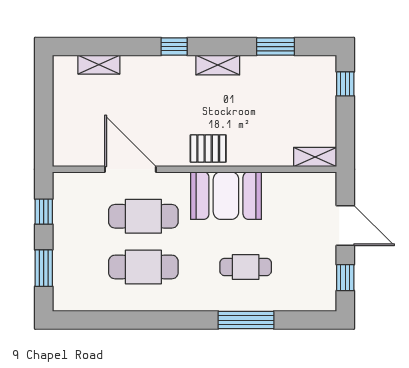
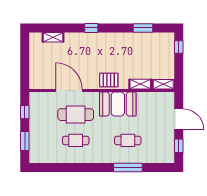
shelving: (218, 65) -> (140, 84), moved
cafe table: (143, 267) -> (76, 140), width x0.73, depth x0.74

